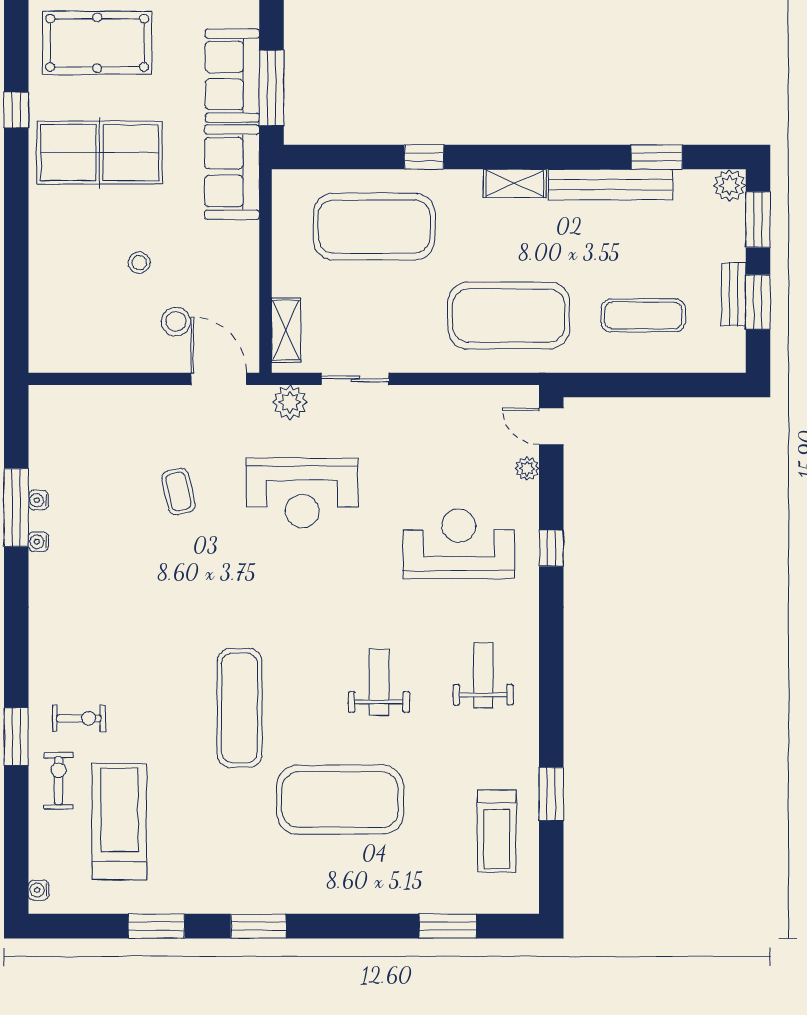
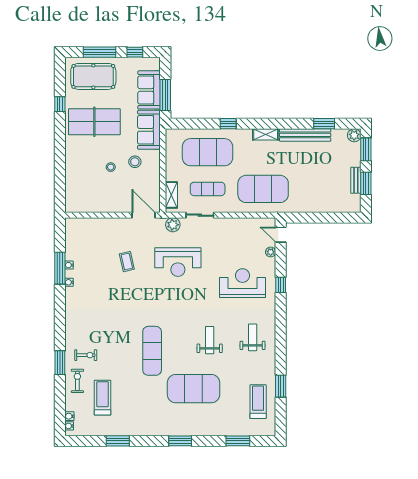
exercise mat: (643, 316) -> (208, 189), moved
stool: (176, 322) -> (135, 162), moved
treadmill: (119, 822) -> (103, 398), width x0.73, depth x0.73
treadmill: (497, 831) -> (258, 402), turned 180
water cooler: (39, 867) -> (69, 416), added
window: (258, 926) -> (180, 441), moved

